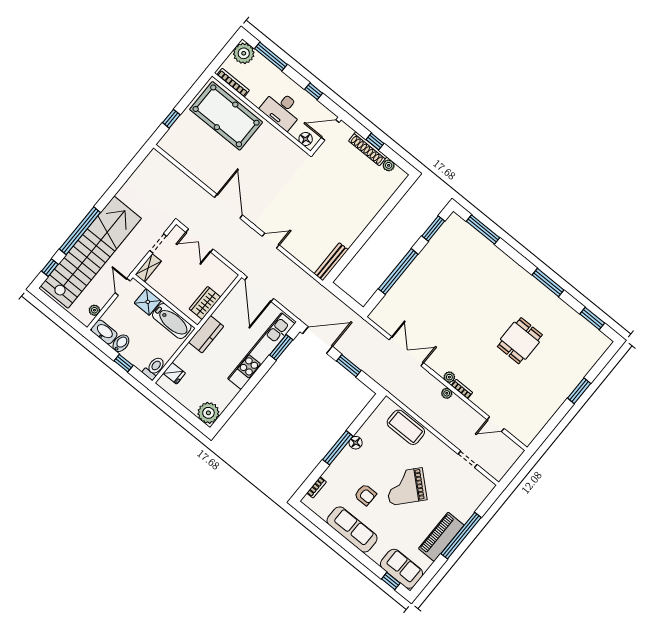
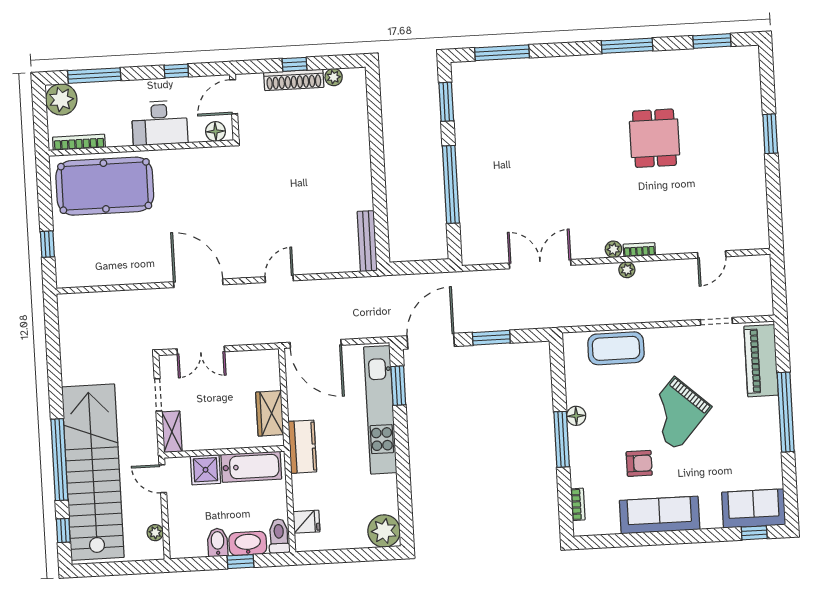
washbasin: (104, 332) -> (248, 543), moved
piano: (441, 537) -> (761, 361), moved

